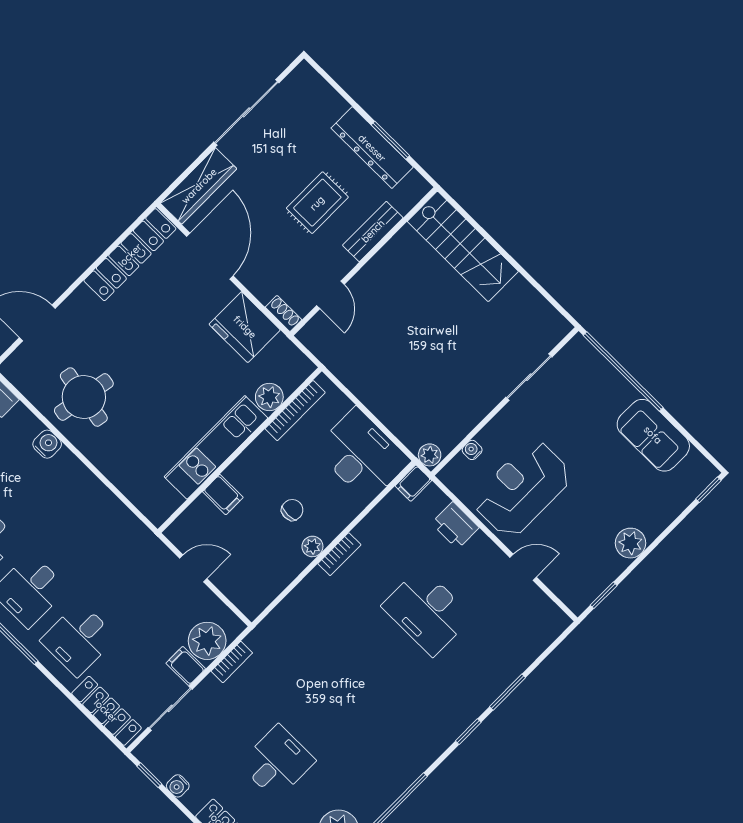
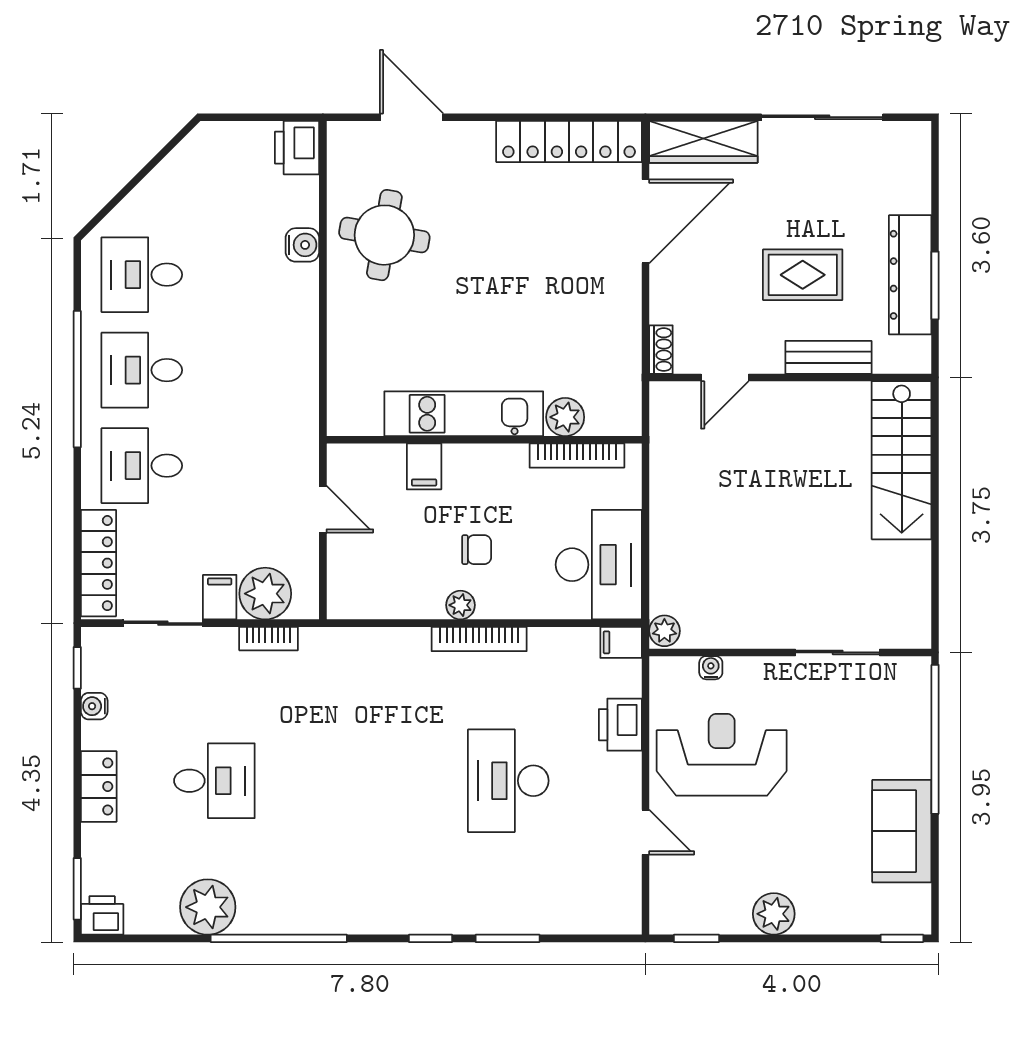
fridge: (245, 327) -> (610, 325), removed
bookcase: (339, 554) -> (479, 639), width x1.56

